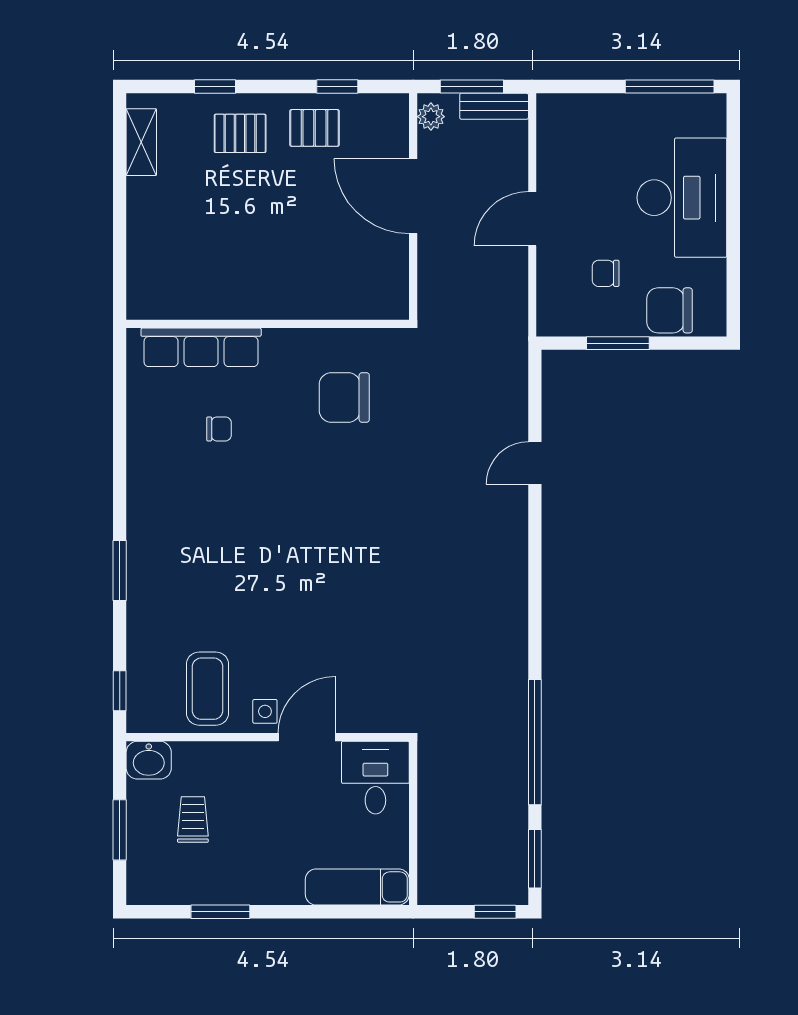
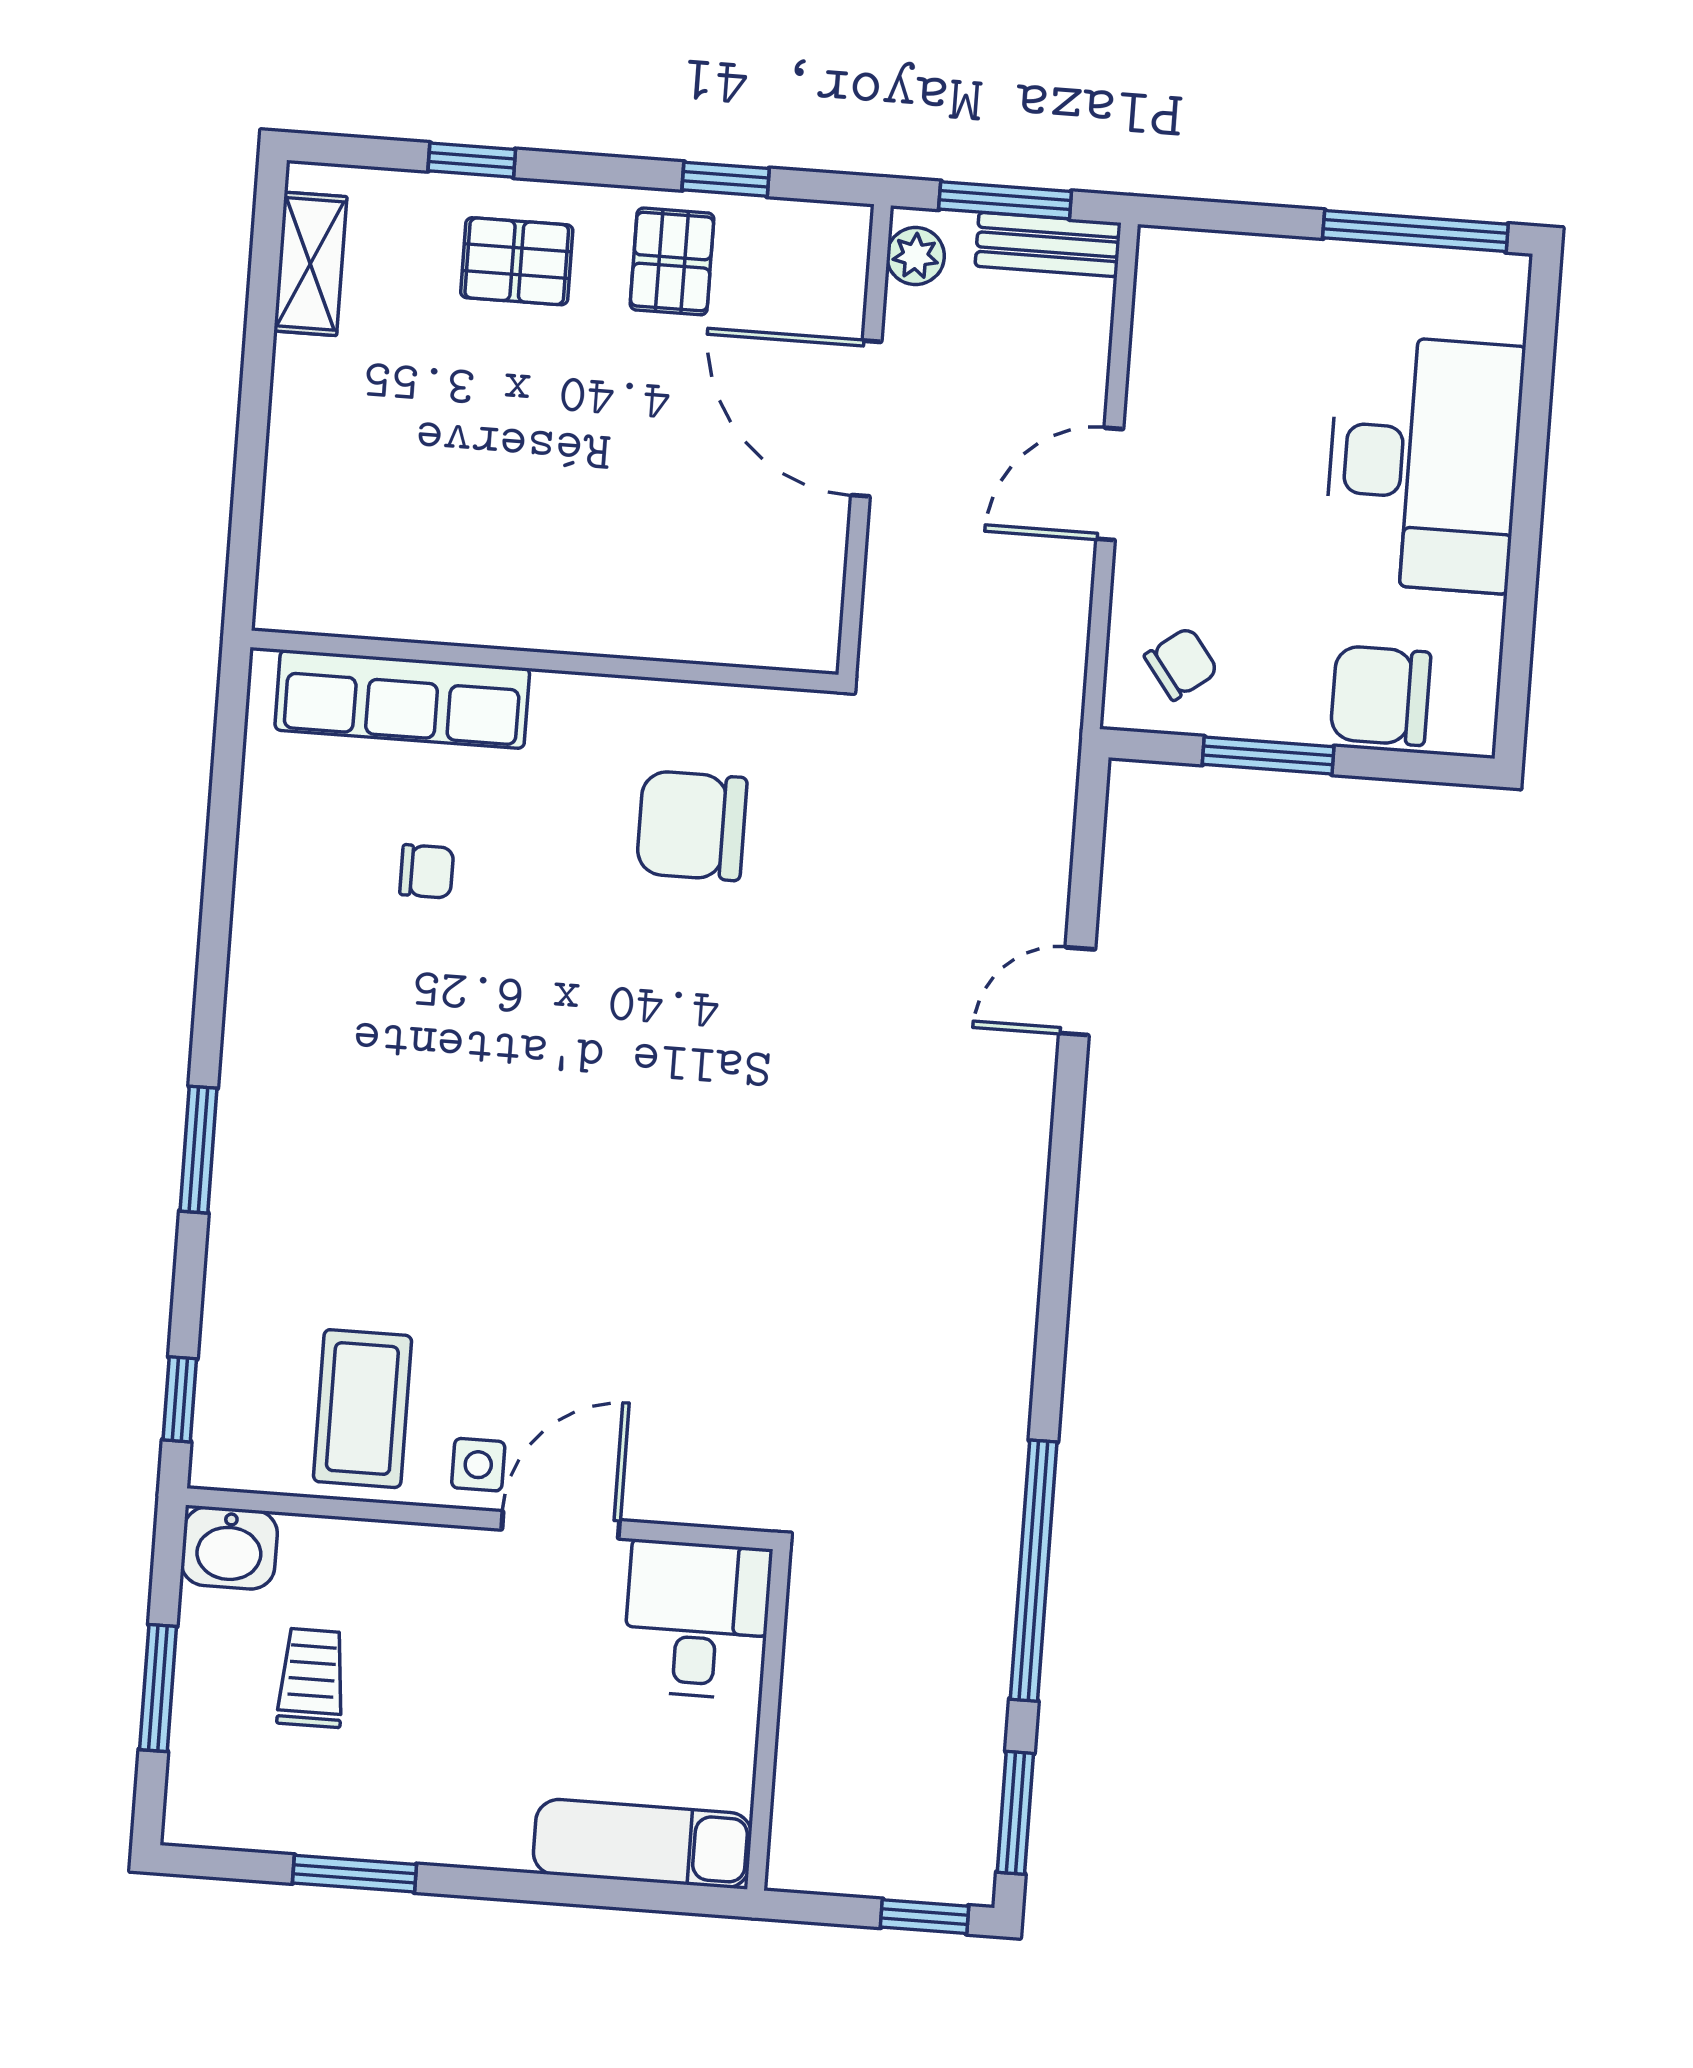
pallet: (315, 128) -> (672, 261), turned 90
chair: (606, 273) -> (1181, 664), moved, turned 143

